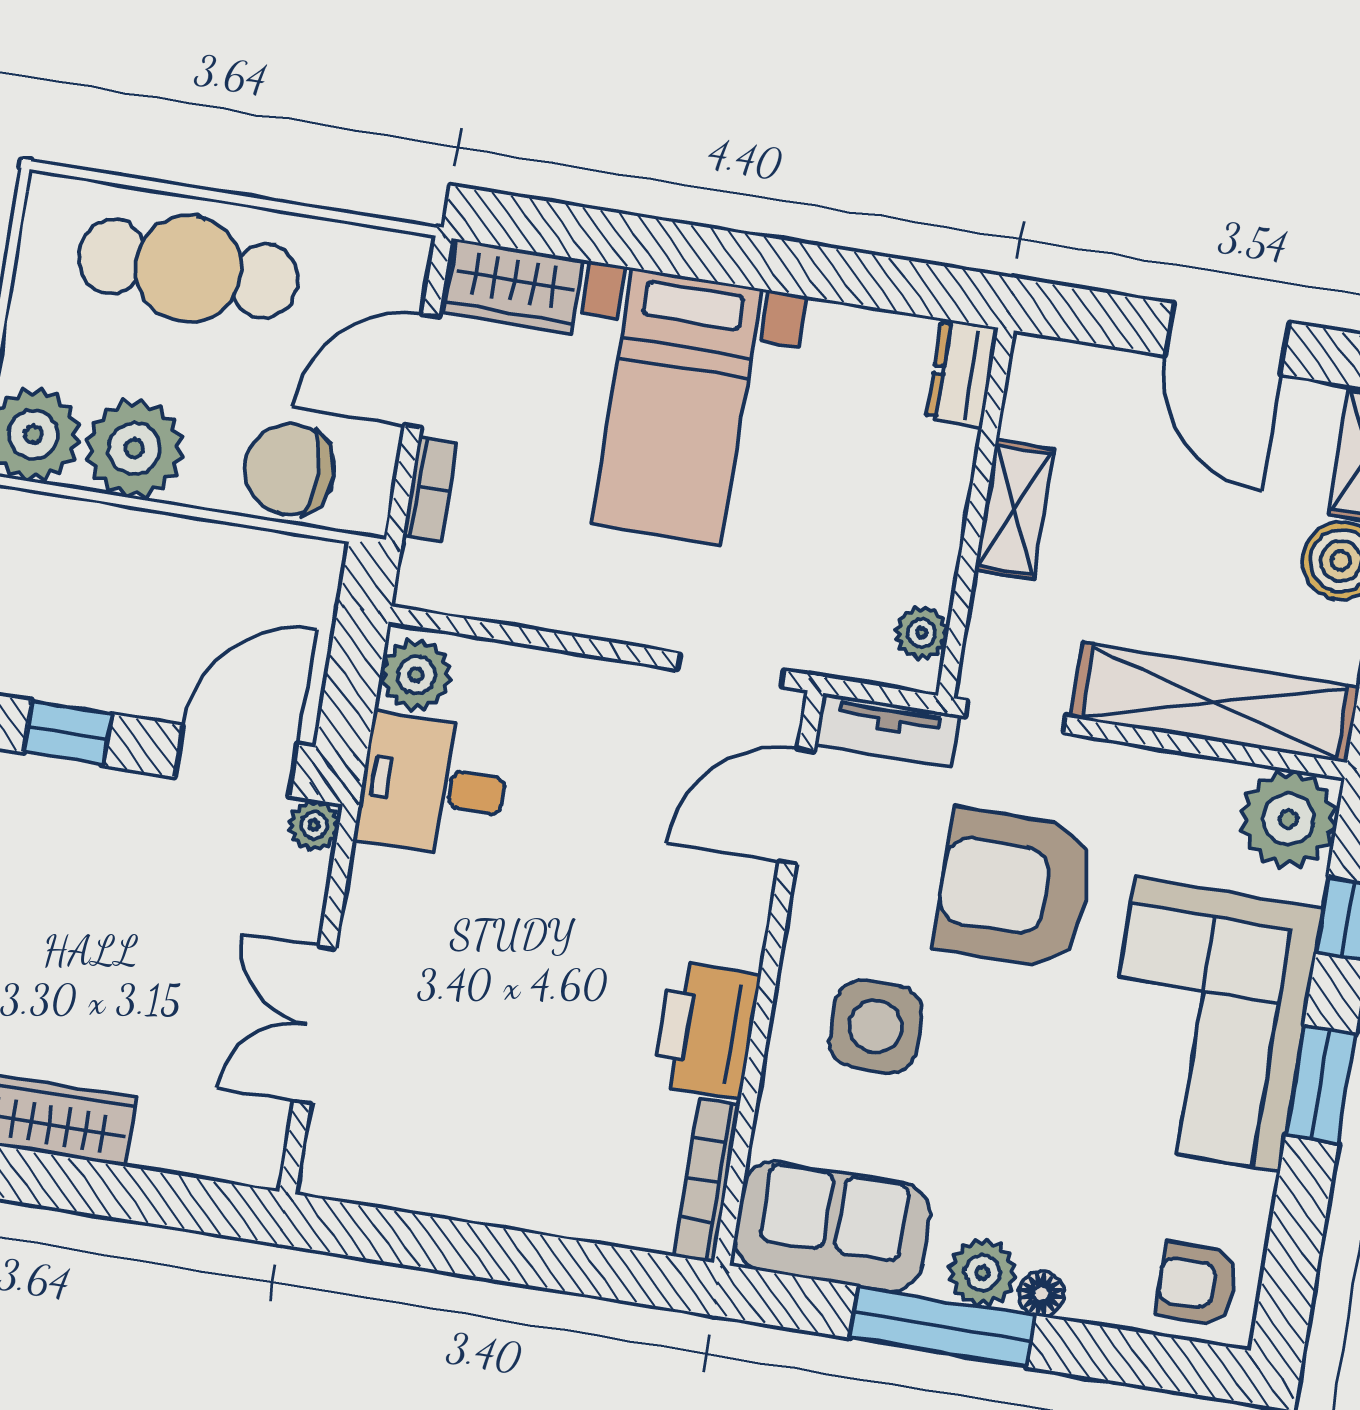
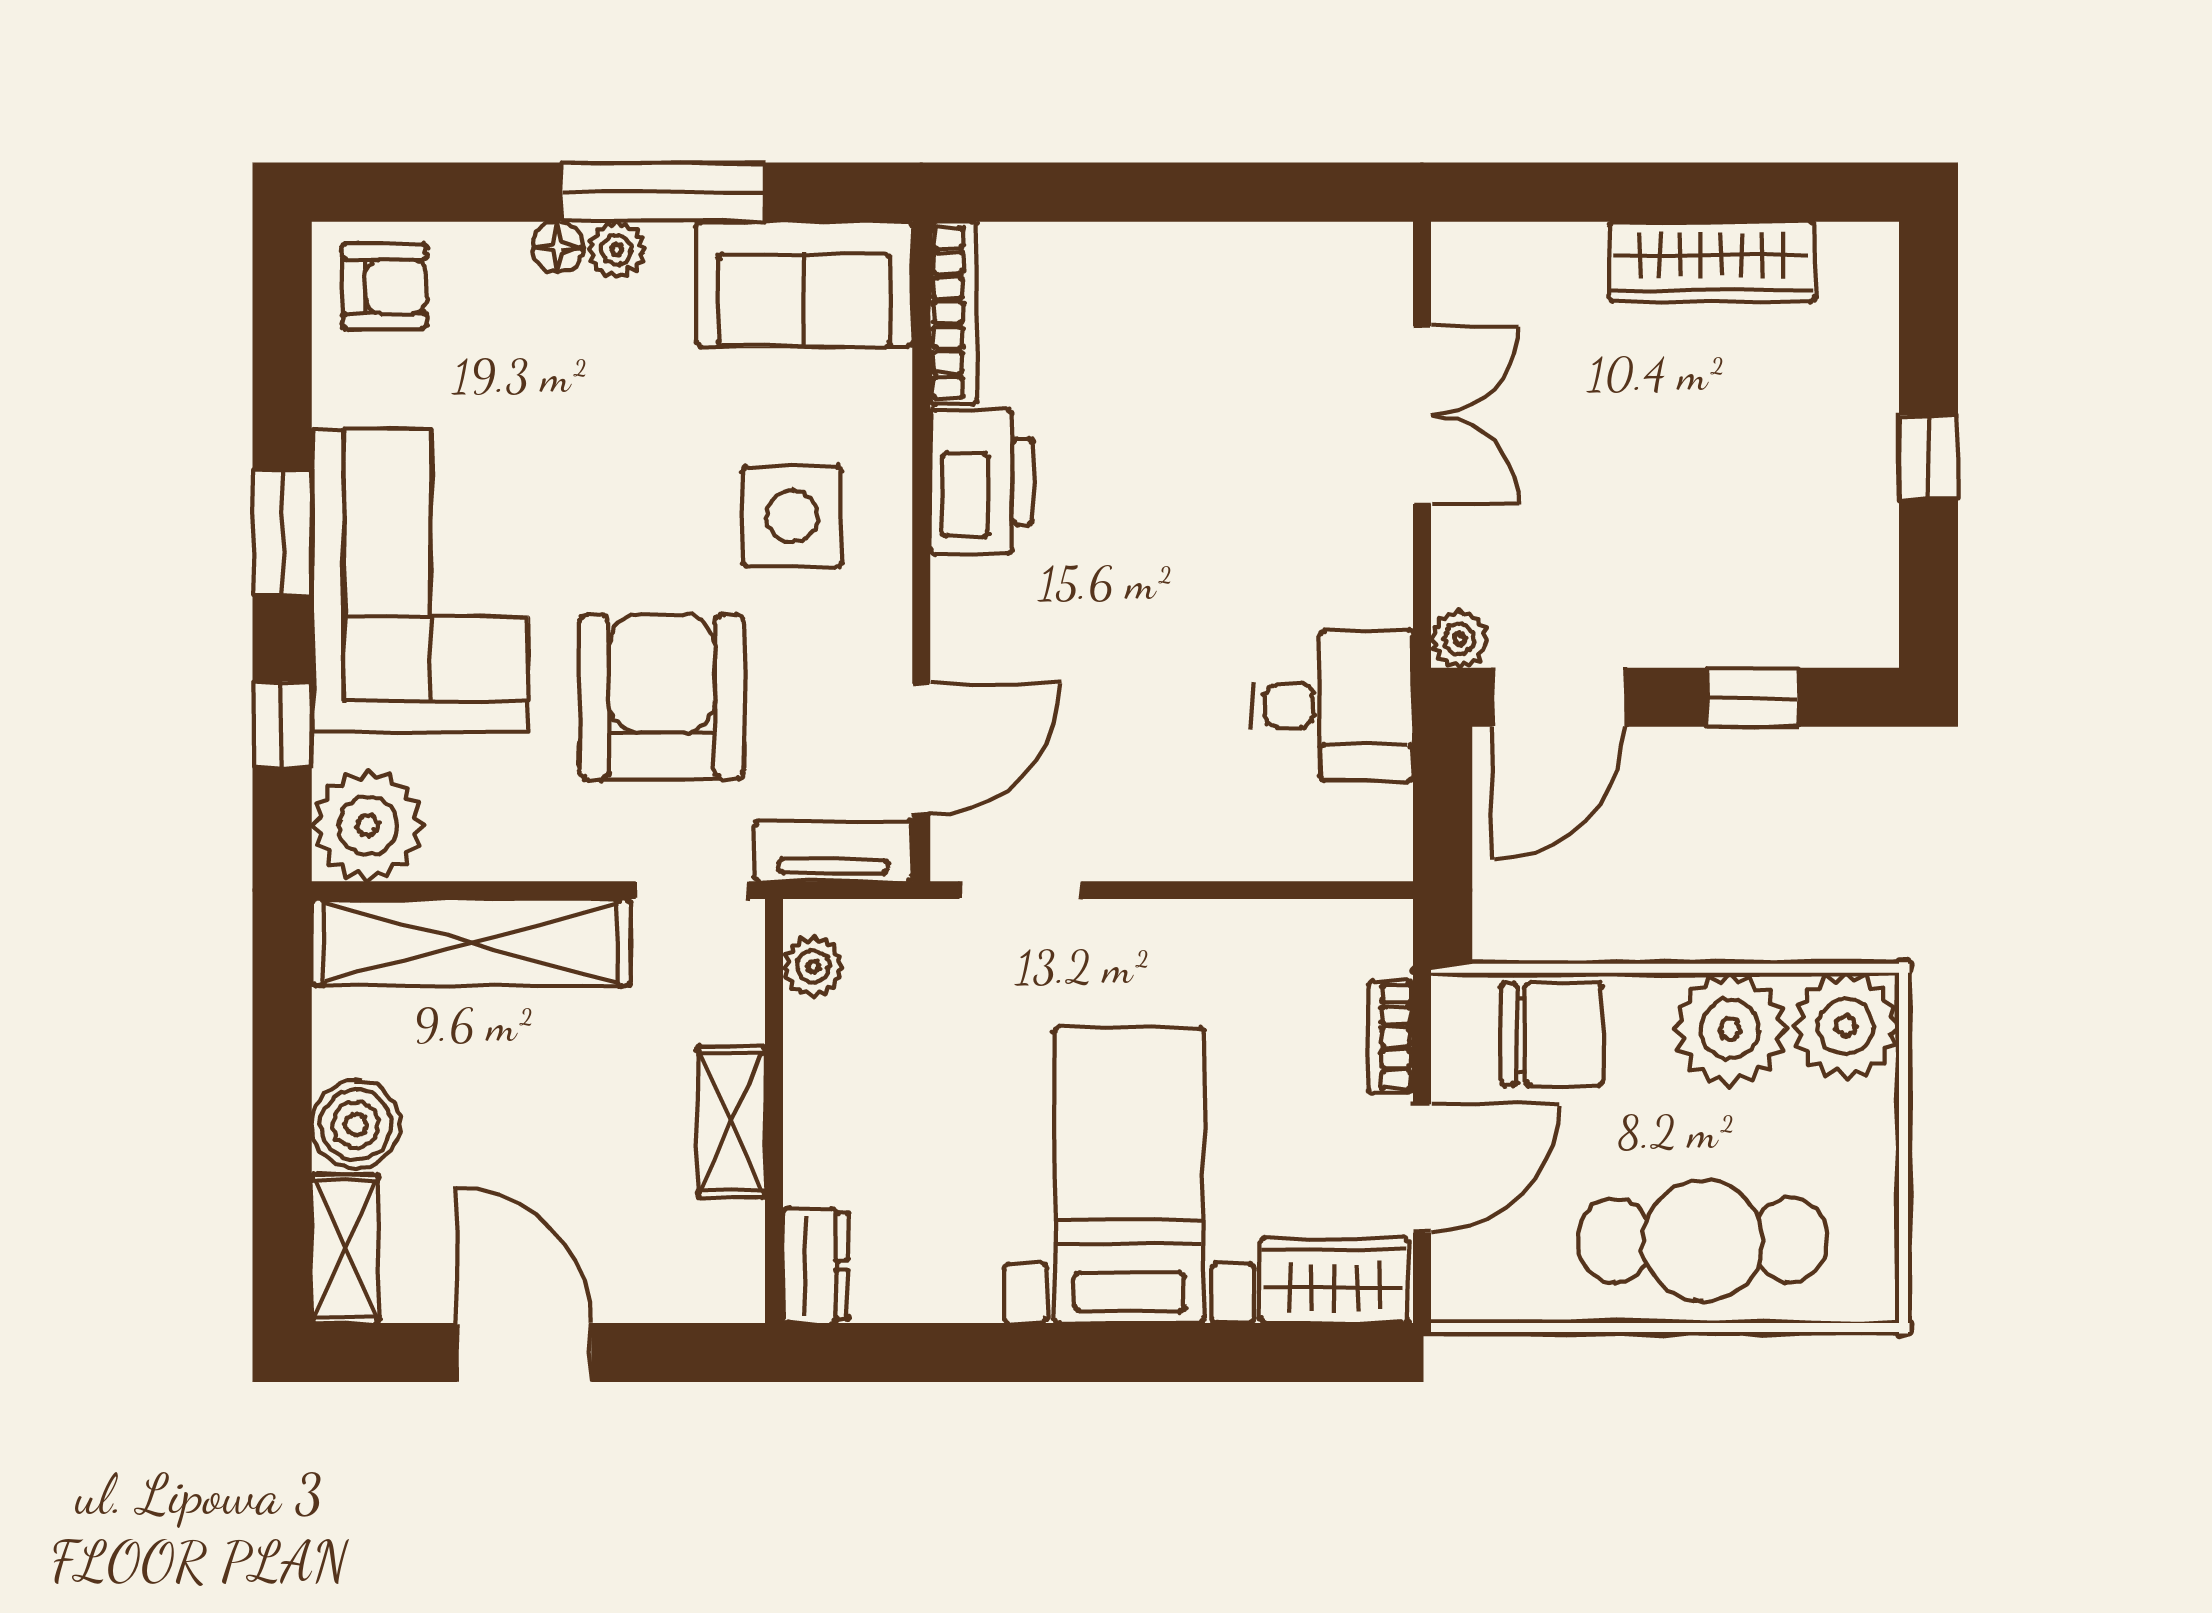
plant: (416, 675) -> (1372, 827), removed
armchair: (1015, 889) -> (662, 696), turned -90
plant: (982, 1273) -> (617, 250), width x0.73, depth x0.73

